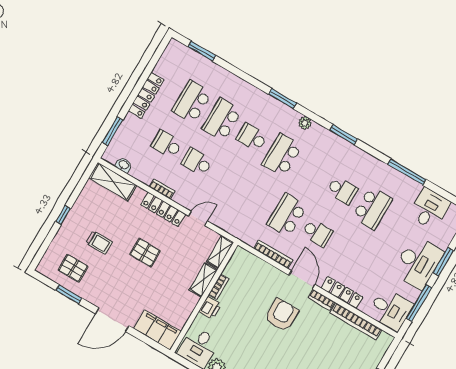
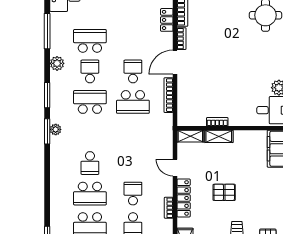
window: (283, 99) -> (47, 131), moved
school desk: (282, 155) -> (90, 102), moved, turned 180
school desk: (197, 162) -> (133, 194), turned 180
plant: (369, 163) -> (57, 63), added
pallet: (145, 253) -> (224, 192), turned 90
locker: (342, 292) -> (167, 20), width x0.66
printer: (210, 308) -> (237, 119), removed
armchair: (281, 315) -> (211, 62), removed

